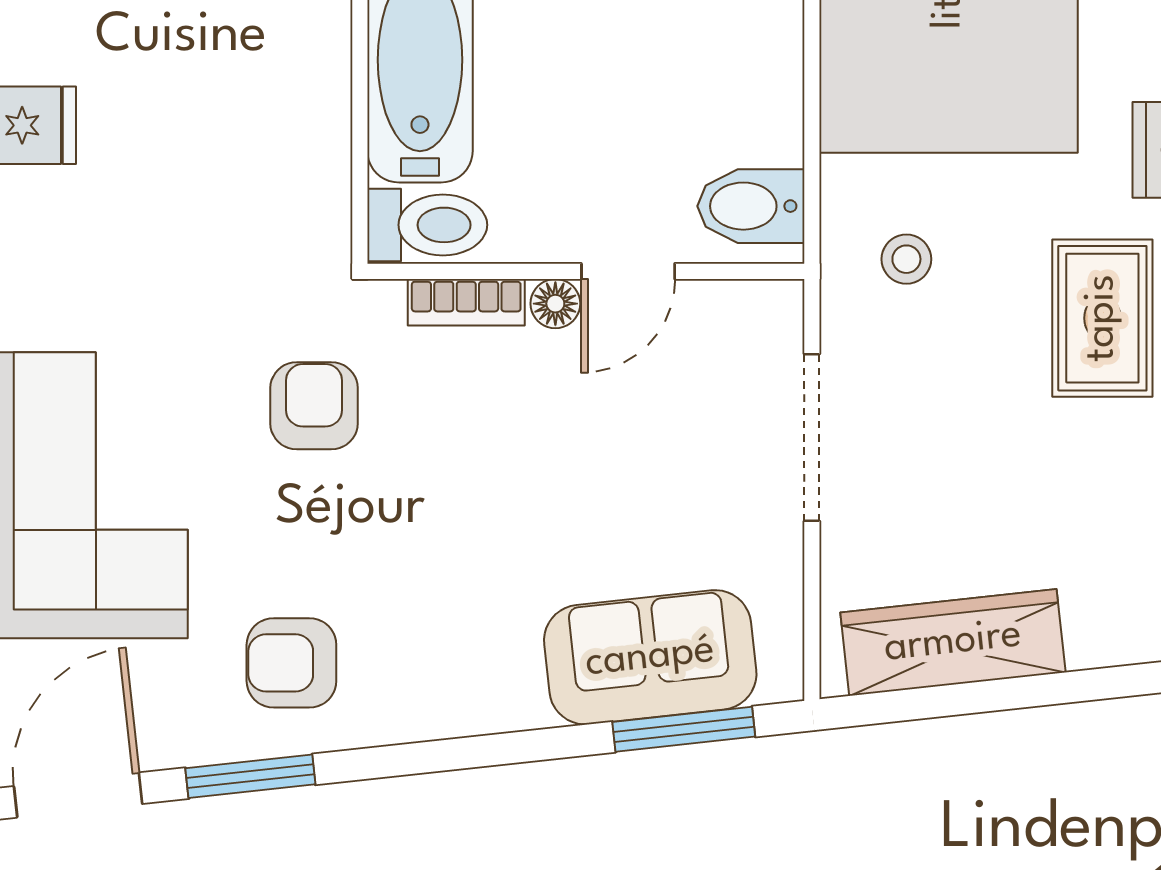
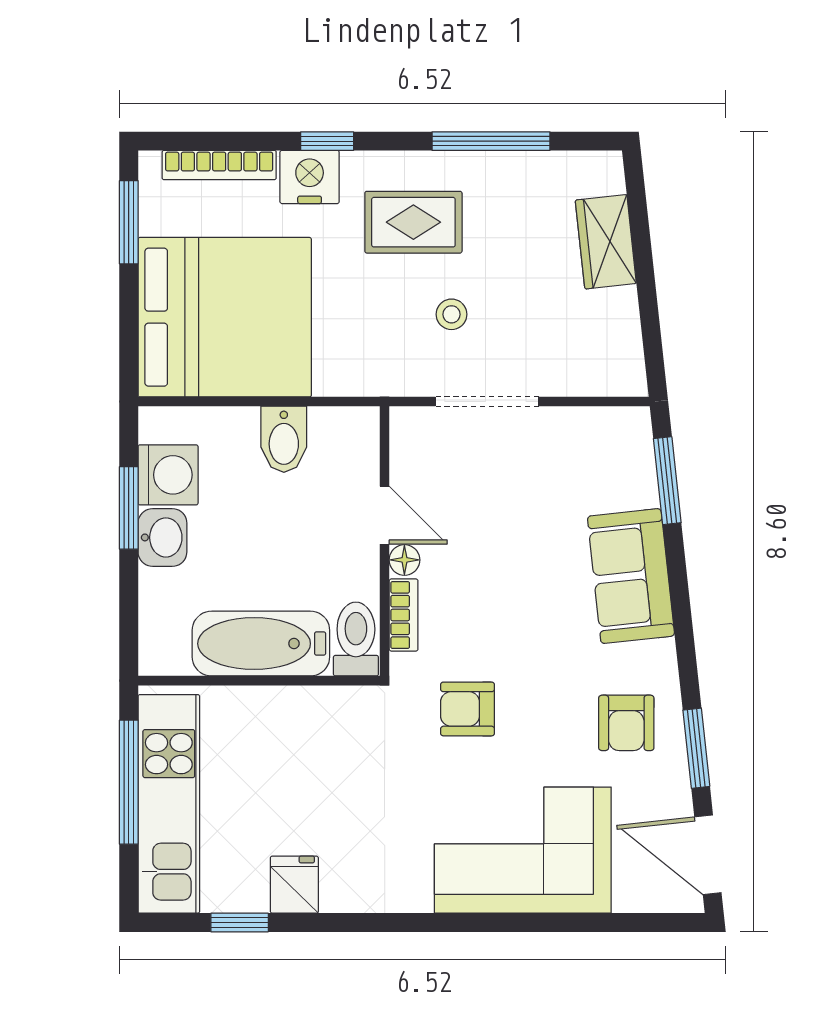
bidet: (751, 206) -> (284, 439), moved
stool: (906, 259) -> (452, 314), moved
wardrobe: (953, 642) -> (606, 242), moved, width x0.67
sofa: (650, 657) -> (631, 576), moved

